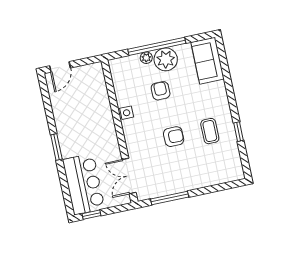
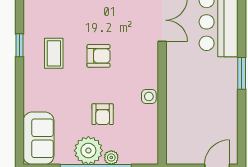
armchair: (174, 137) -> (99, 56), turned 180

